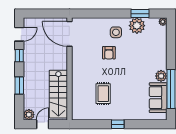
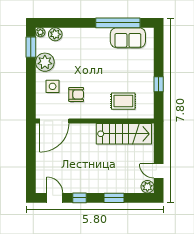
window: (140, 14) -> (31, 47), moved
door: (69, 34) -> (54, 121), moved
wall: (69, 69) -> (95, 121), moved
plant: (161, 76) -> (55, 34), moved
stairs: (58, 94) -> (124, 134), moved

